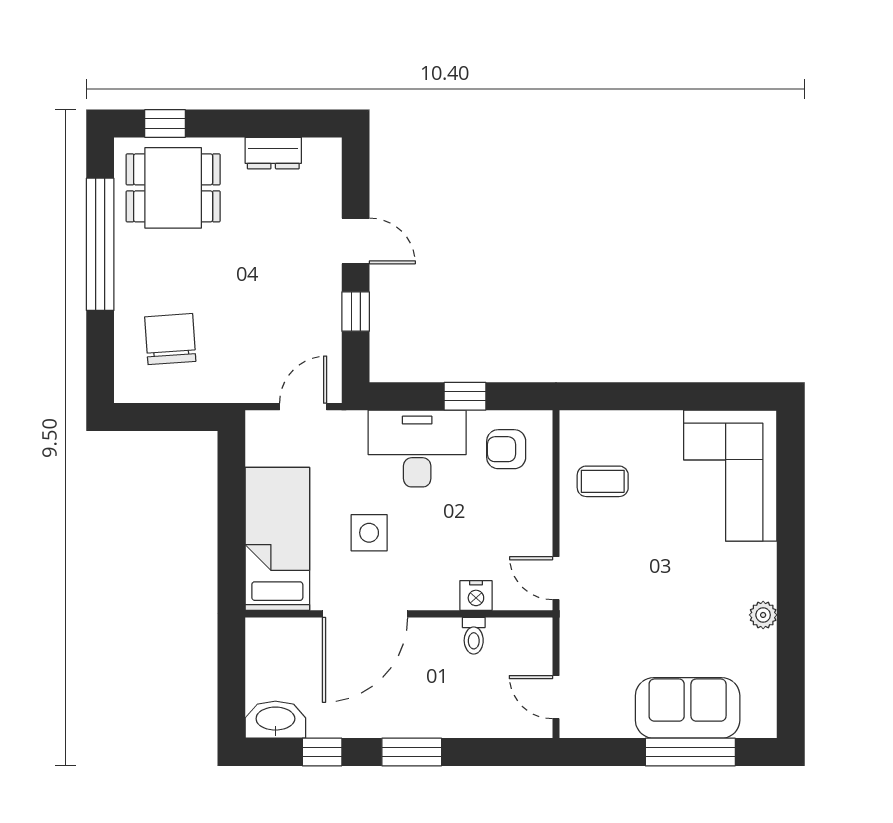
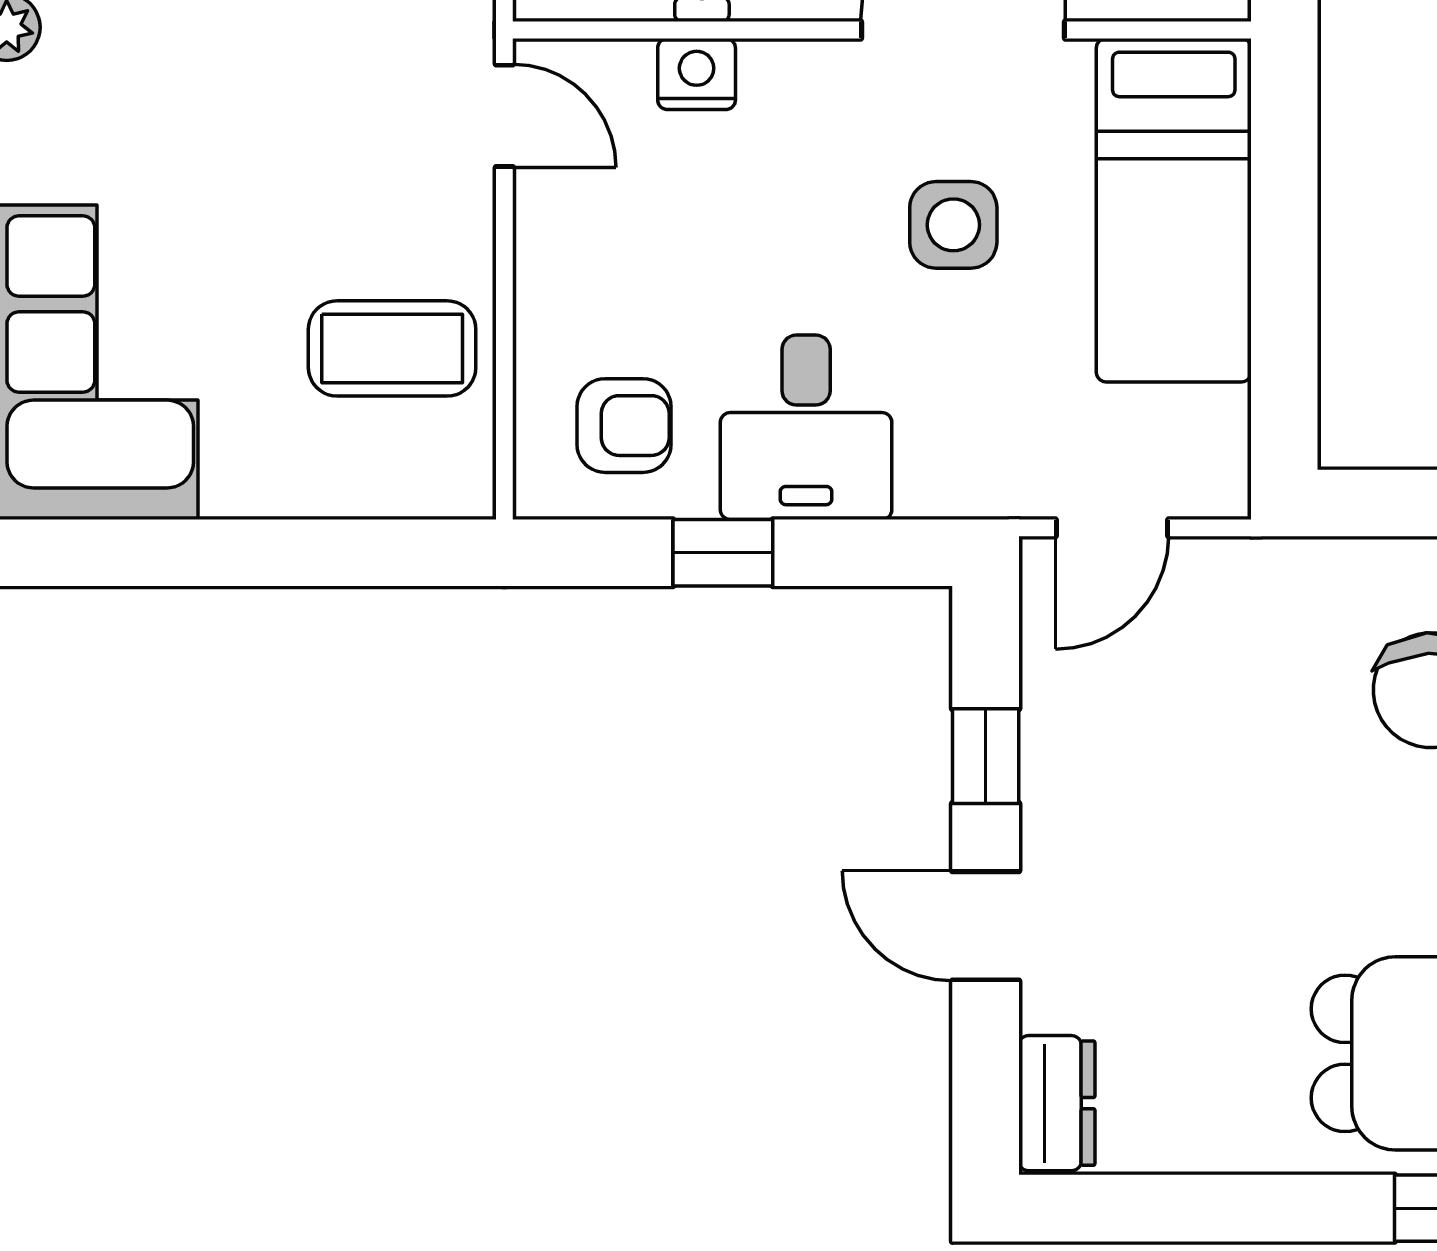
dresser: (273, 153) -> (1057, 1103), moved, turned 90
desk: (417, 448) -> (806, 427), width x0.73
coffee table: (603, 481) -> (392, 348), width x1.36, depth x1.30

